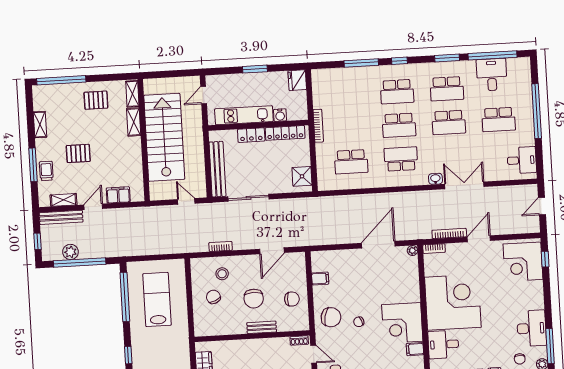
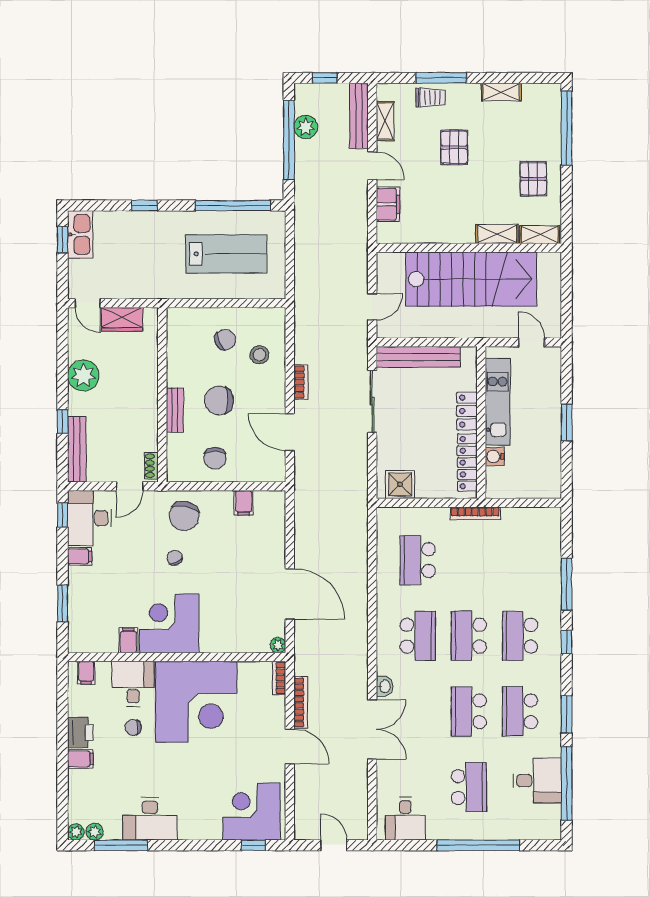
fridge: (297, 80) -> (546, 486), removed
school desk: (499, 120) -> (469, 787), turned 180
bookcase: (221, 246) -> (301, 382), moved
chair: (520, 359) -> (133, 727), moved

